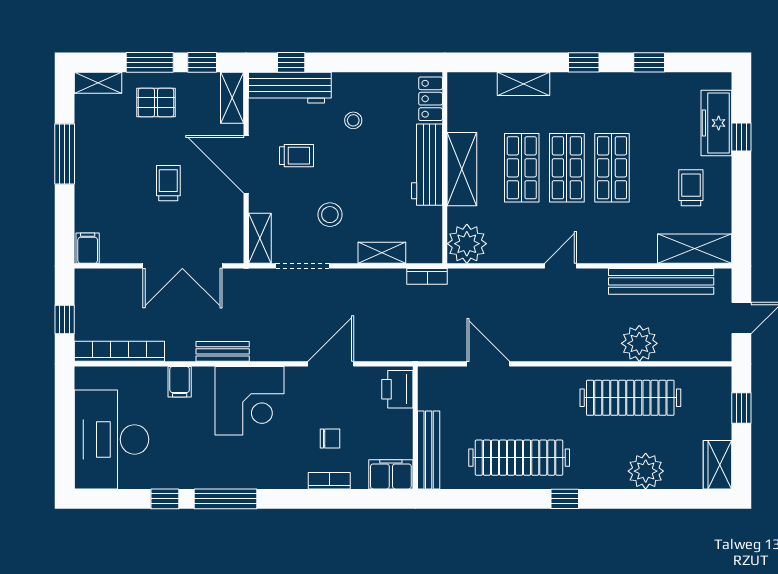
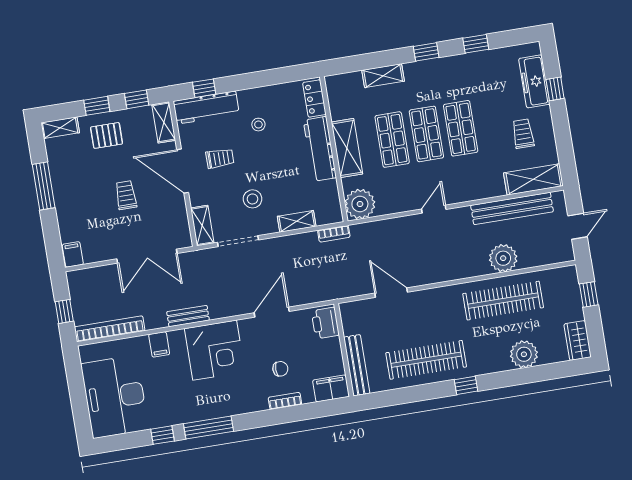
window: (150, 62) -> (97, 106), width x0.67

